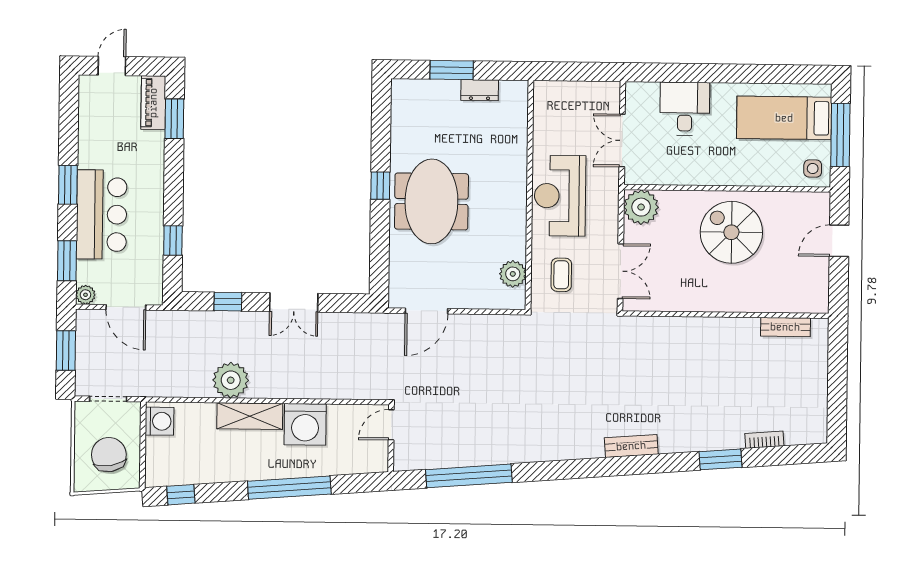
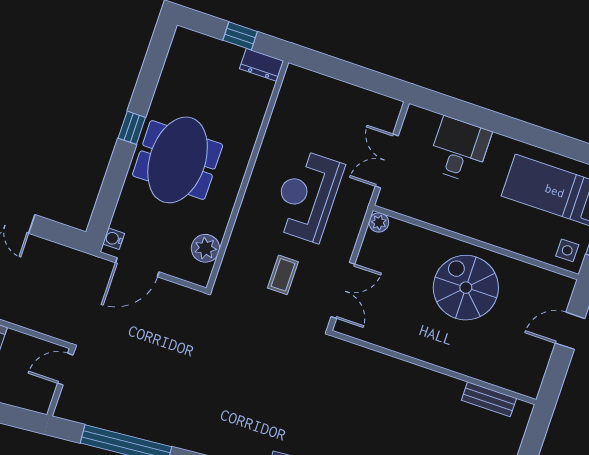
window: (452, 70) -> (240, 36), width x0.67
wall: (530, 195) -> (248, 175), moved
plant: (641, 207) -> (379, 222), width x0.53, depth x0.53
plant: (513, 274) -> (205, 248), moved
water cooler: (396, 292) -> (114, 239), added

